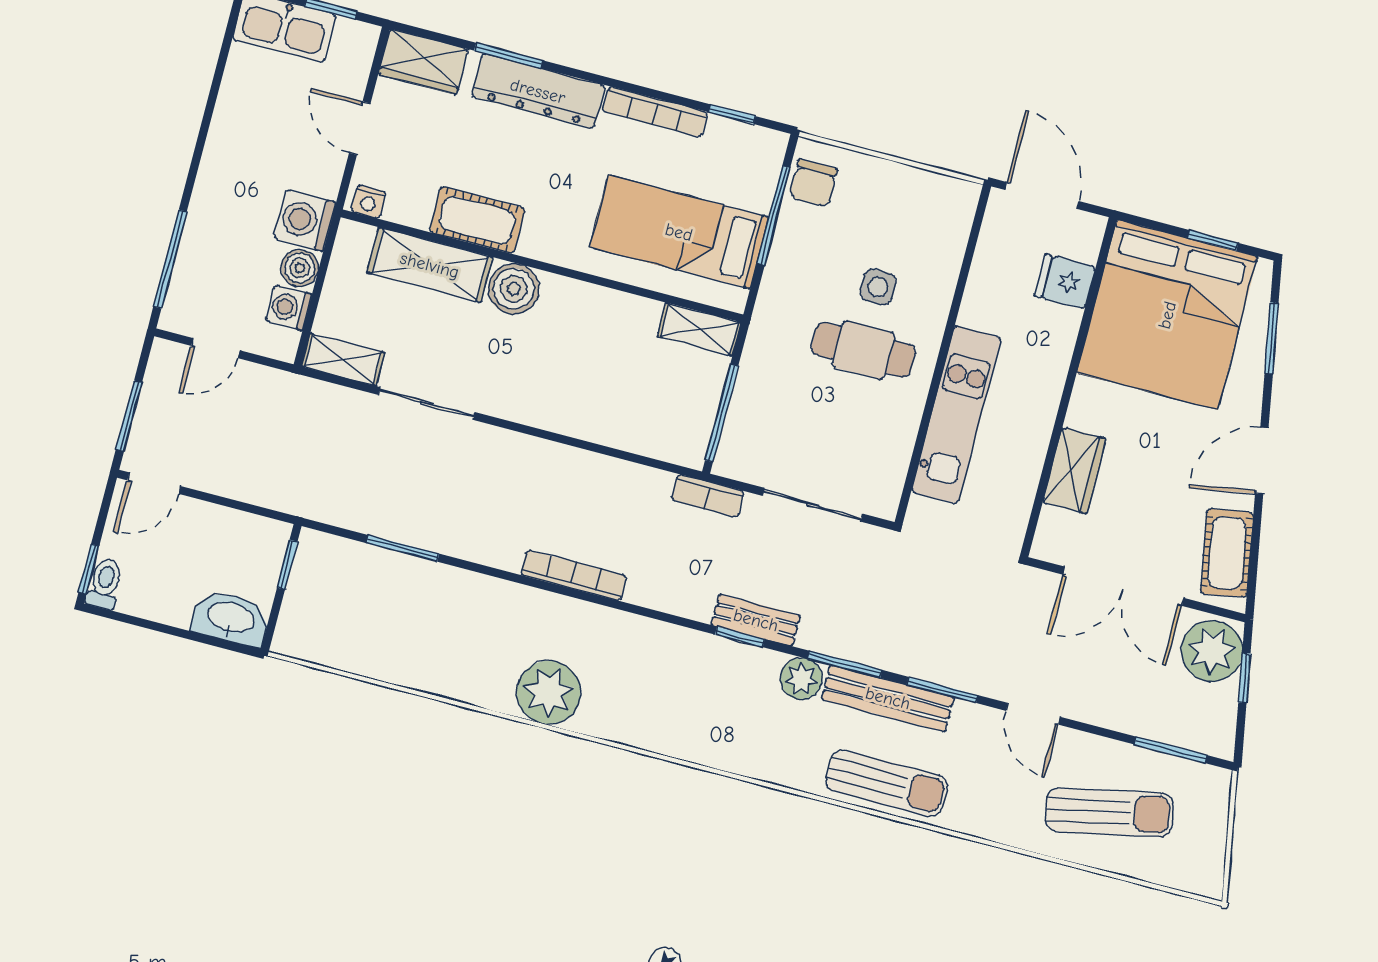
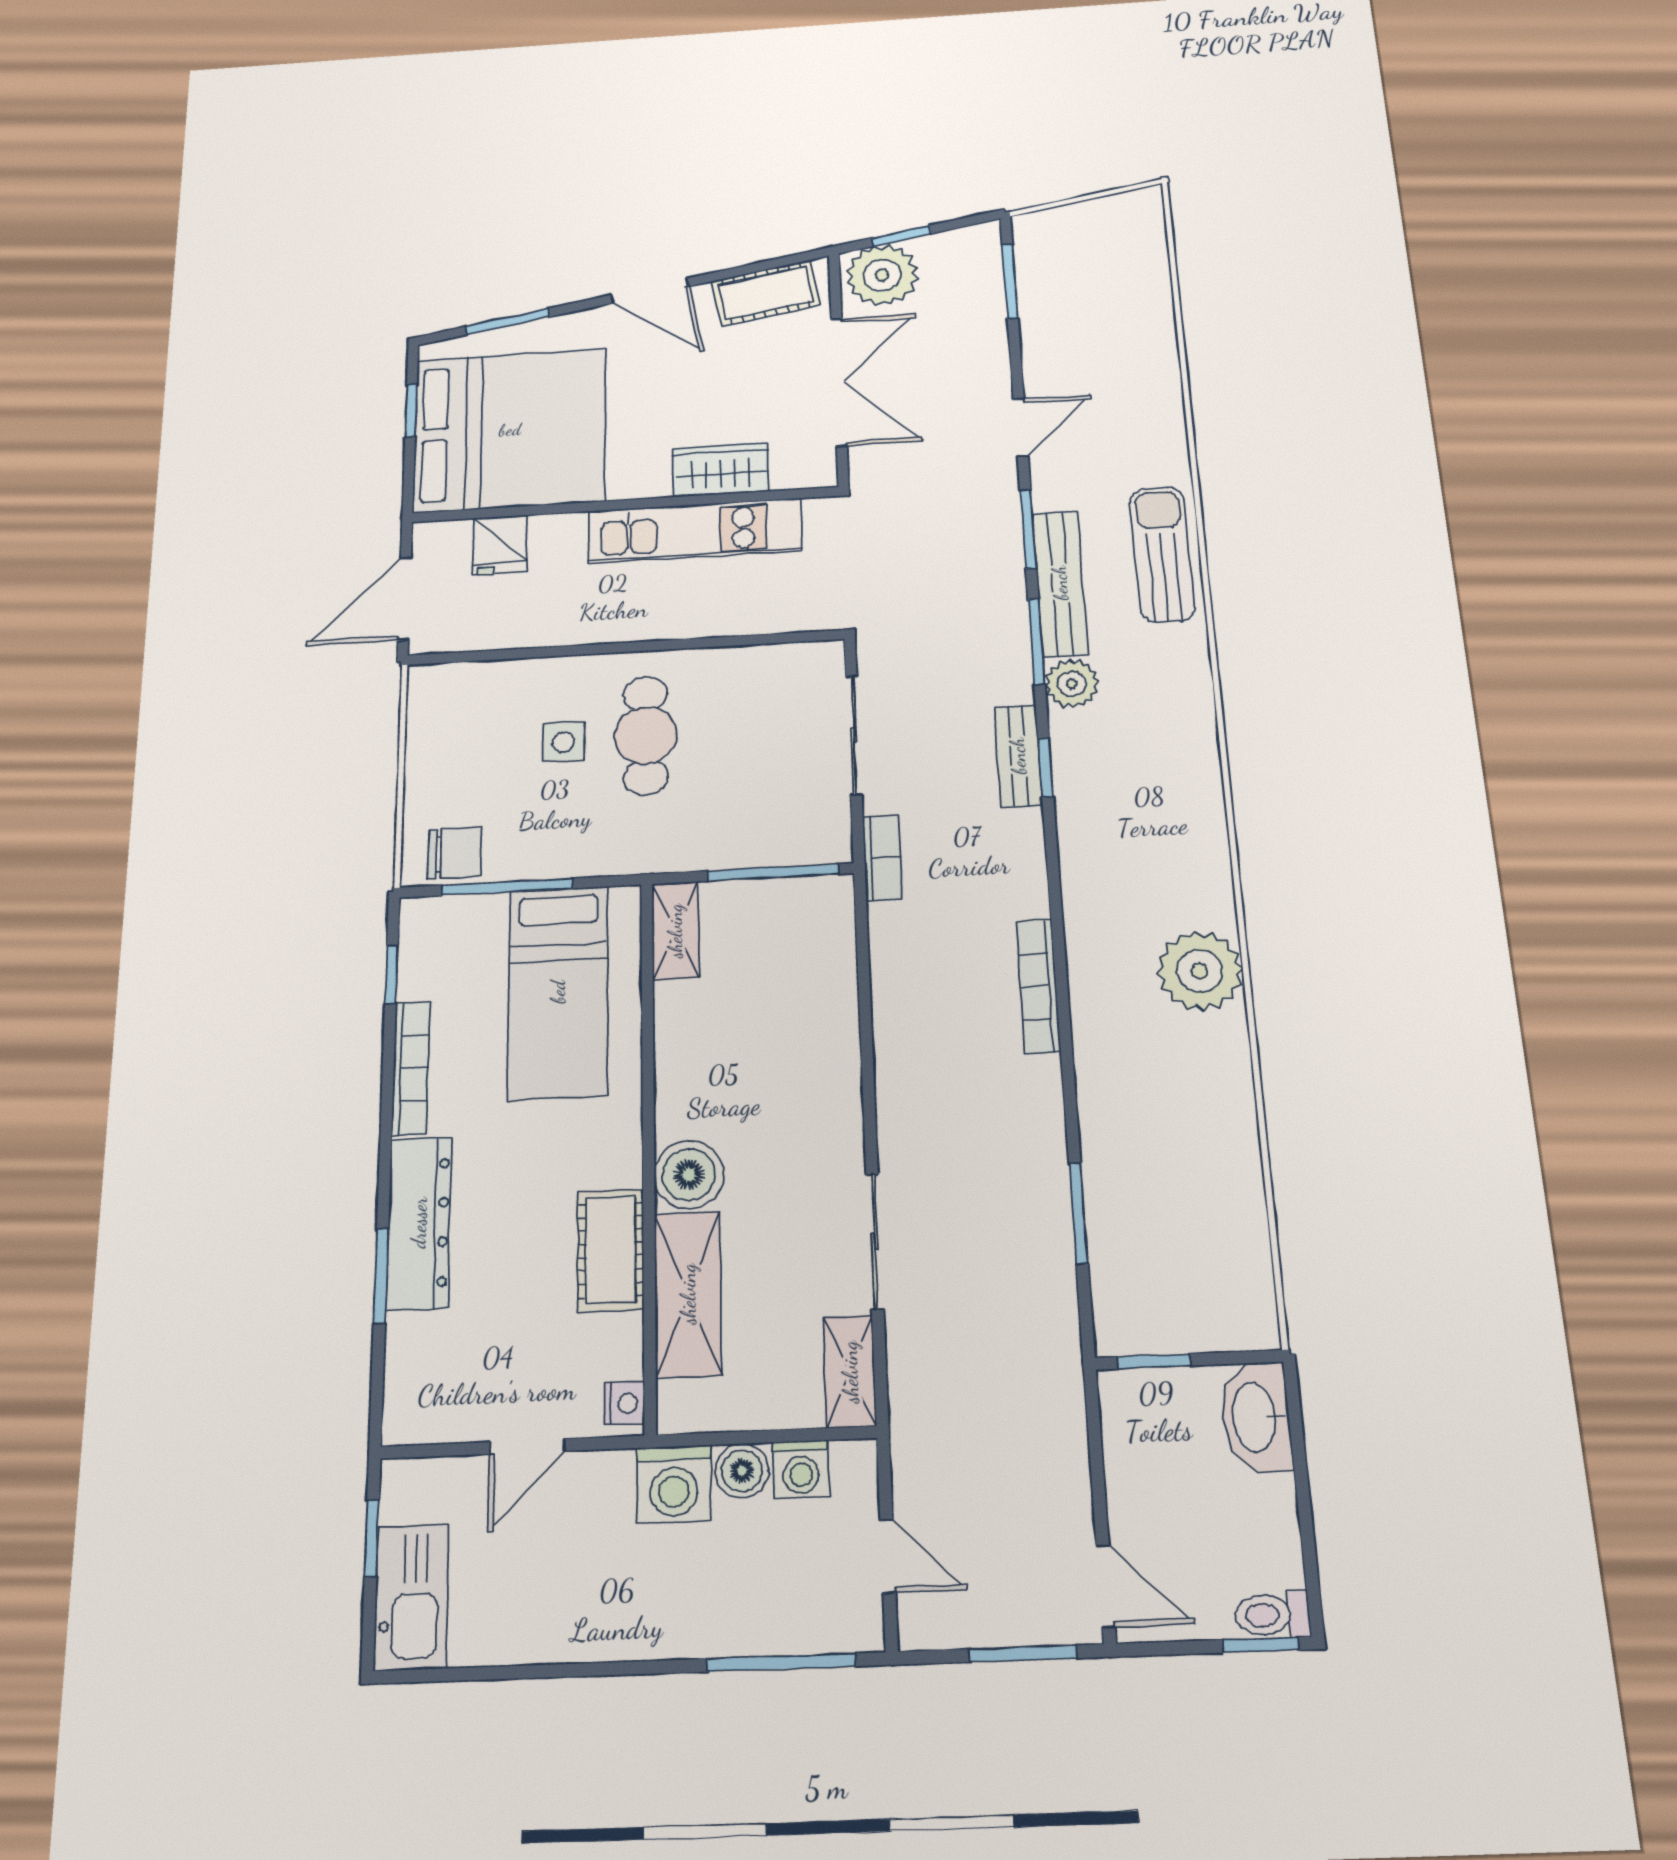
wardrobe: (423, 62) -> (415, 1387), removed
kitchen unit: (956, 415) -> (695, 531), moved, turned 180
sun lounger: (1109, 812) -> (1105, 319), removed

